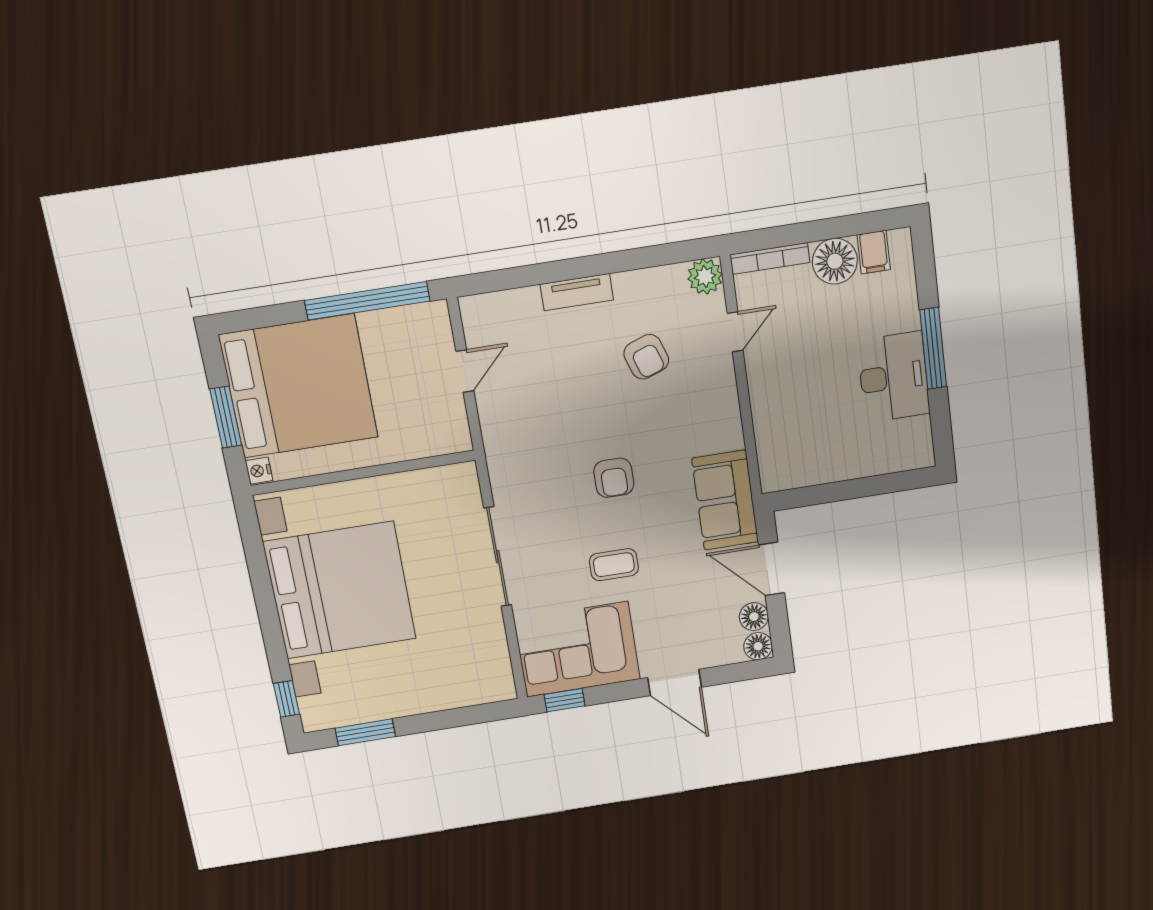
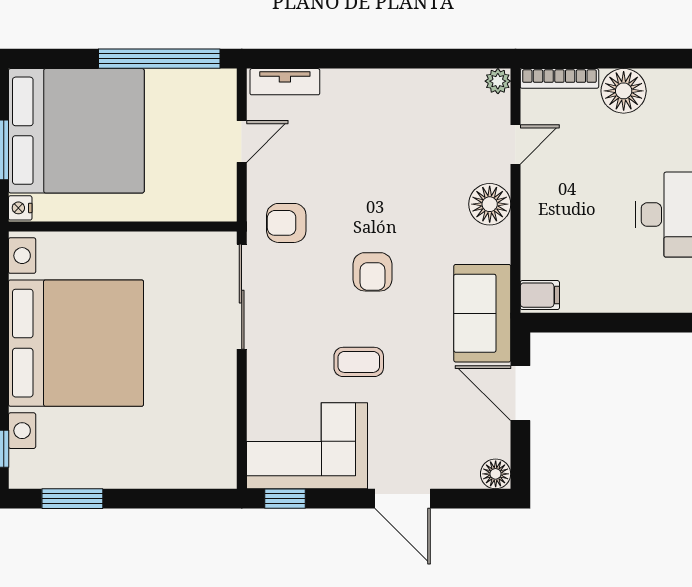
filing cabinet: (874, 252) -> (540, 295), moved, turned -90
plant: (705, 277) -> (498, 81), width x0.73, depth x0.73
tv unit: (577, 292) -> (285, 82), moved
armchair: (646, 357) -> (286, 223), moved, turned 109
sliding door: (498, 557) -> (242, 297), moved
floor lamp: (754, 617) -> (490, 204), moved, width x1.38, depth x1.38

